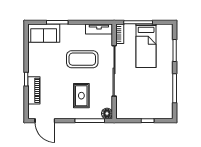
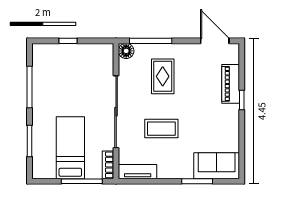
coffee table: (82, 59) -> (161, 129), width x0.73, depth x0.76

